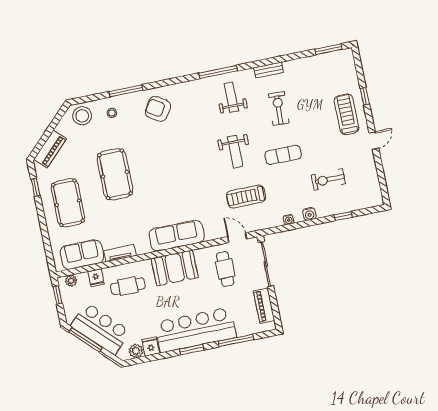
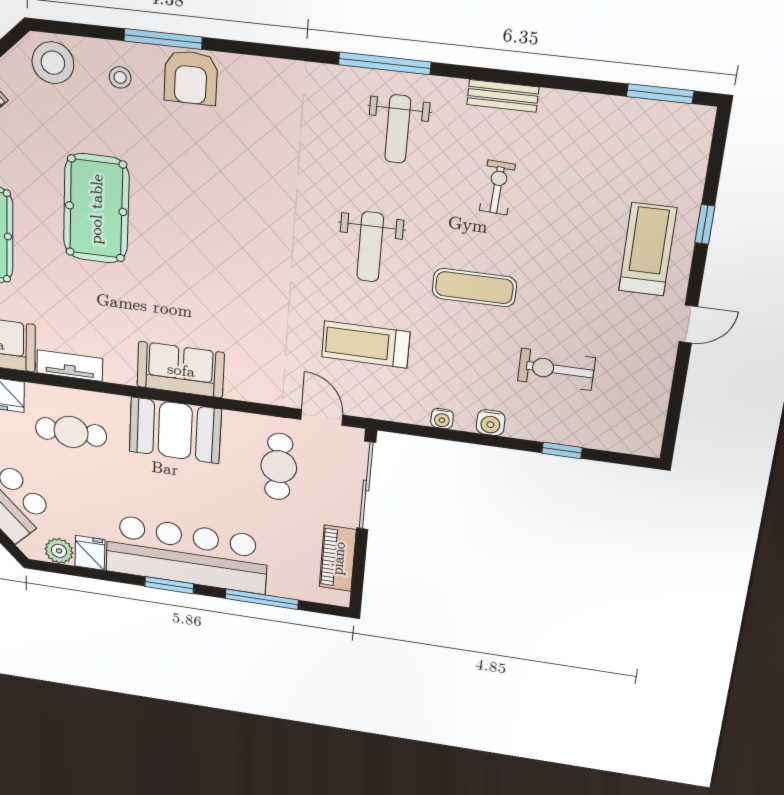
weight bench: (231, 97) -> (398, 129), turned 180
exercise bike: (279, 108) -> (497, 188), width x0.73, depth x0.72
armchair: (158, 109) -> (191, 78), moved, turned -123
sofa: (177, 236) -> (181, 370), width x0.73

